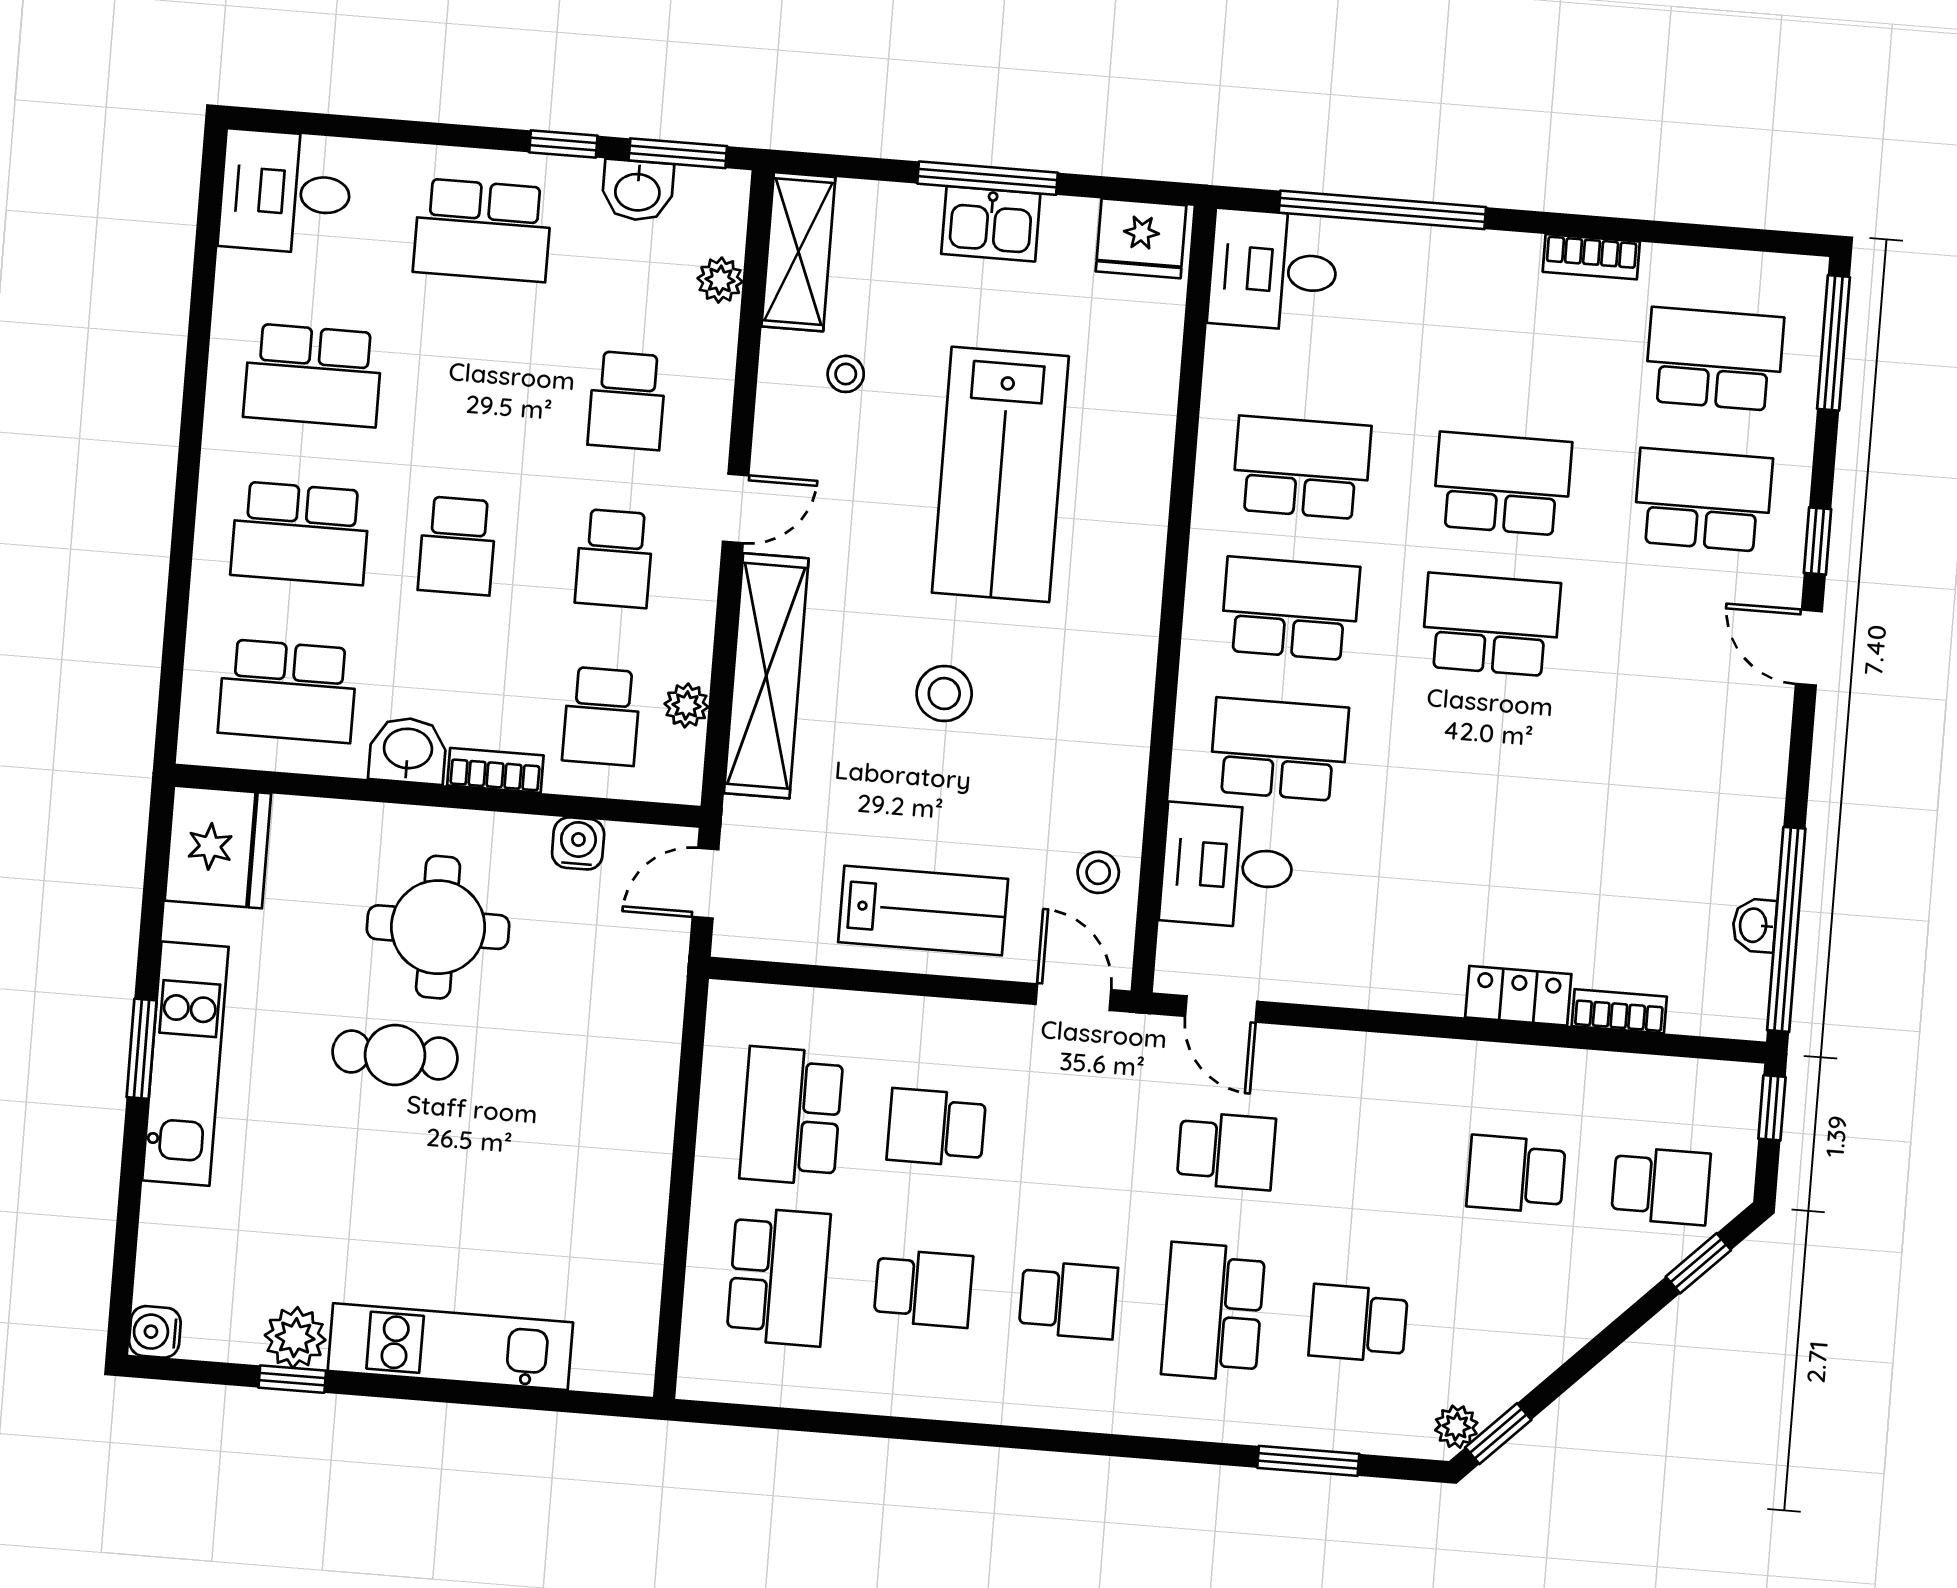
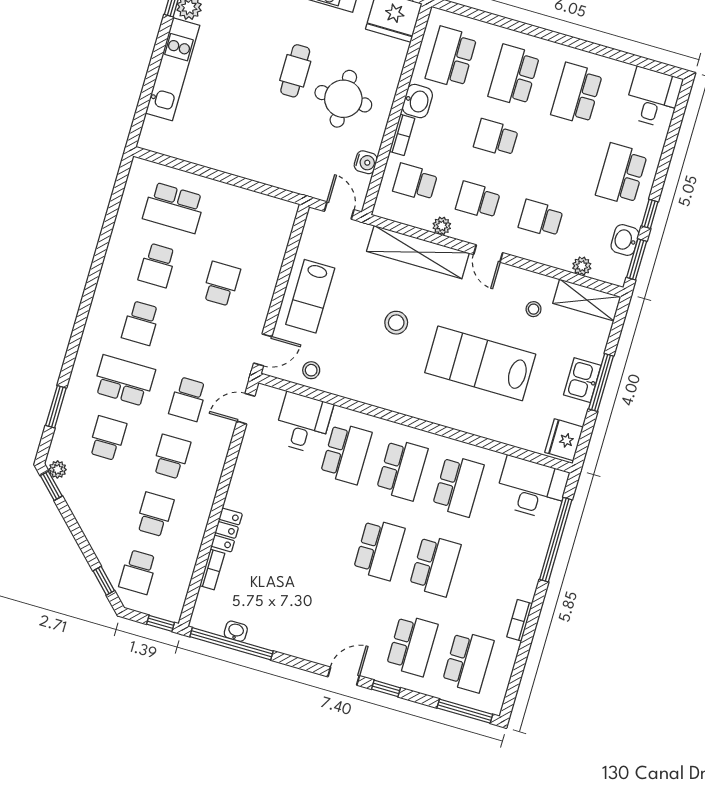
desk: (1273, 270) -> (532, 488), width x1.37
plant: (686, 705) -> (442, 226), moved
school desk: (791, 1116) -> (171, 457), moved, width x0.54

